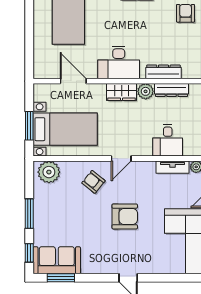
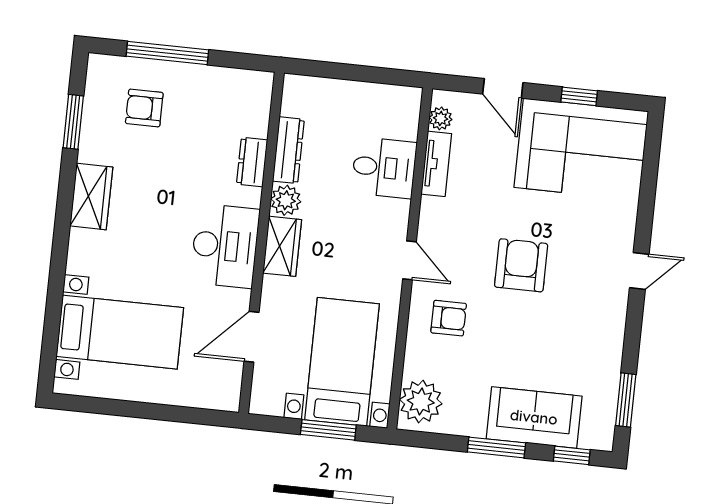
dresser: (163, 72) -> (252, 162), width x0.70
armchair: (93, 182) -> (449, 318), turned -129
sofa: (57, 260) -> (534, 417), moved, turned 90

